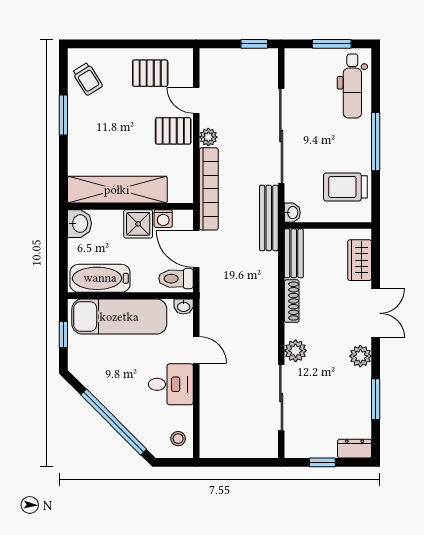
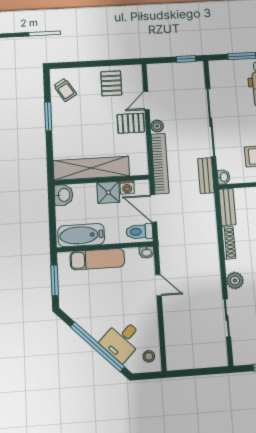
pallet: (150, 73) -> (111, 83), turned 90
door: (196, 100) -> (146, 101), hinge flipped
bench: (269, 218) -> (206, 176), width x0.73
exam couch: (119, 317) -> (97, 259), width x0.73, depth x0.69
window: (63, 334) -> (55, 280), width x1.50
desk: (171, 384) -> (122, 340), moved, turned 135
sliding door: (281, 398) -> (227, 318), width x0.73

